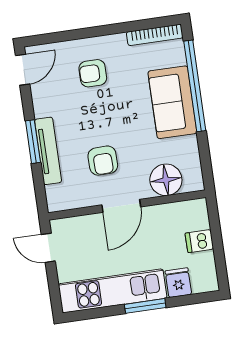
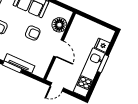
armchair: (103, 161) -> (33, 33), moved
dishwasher: (199, 241) -> (91, 27), removed

